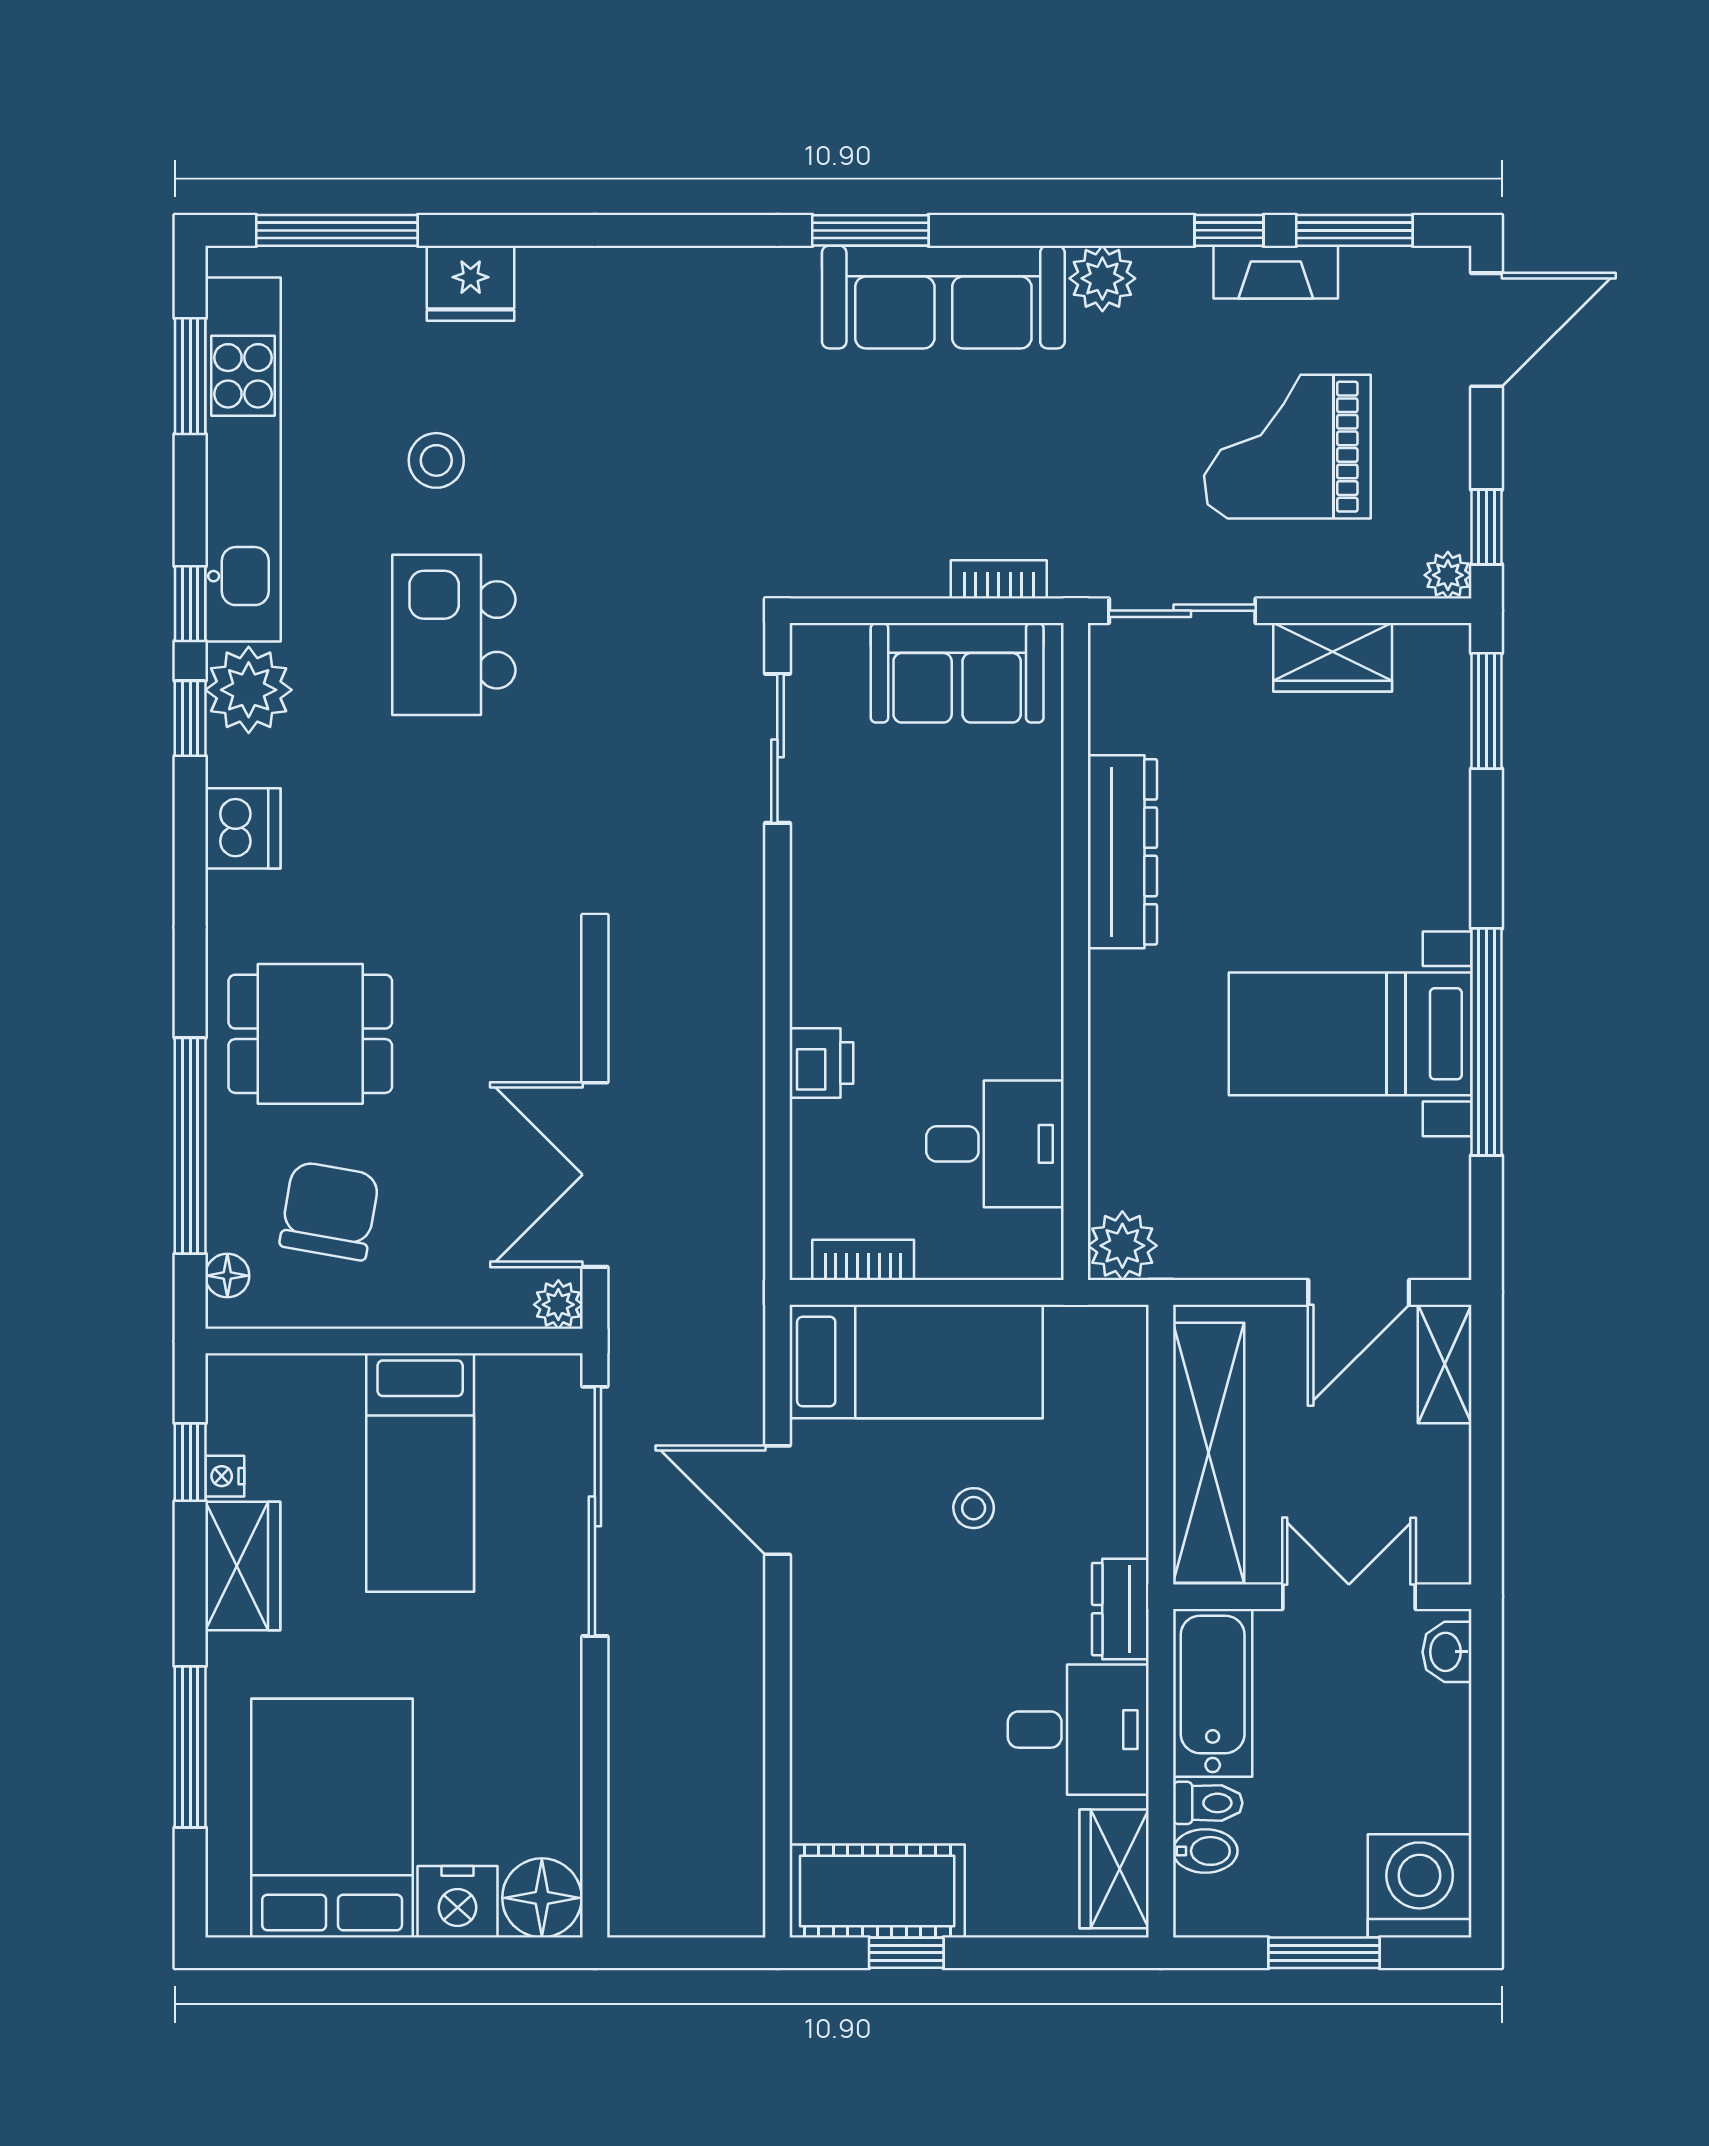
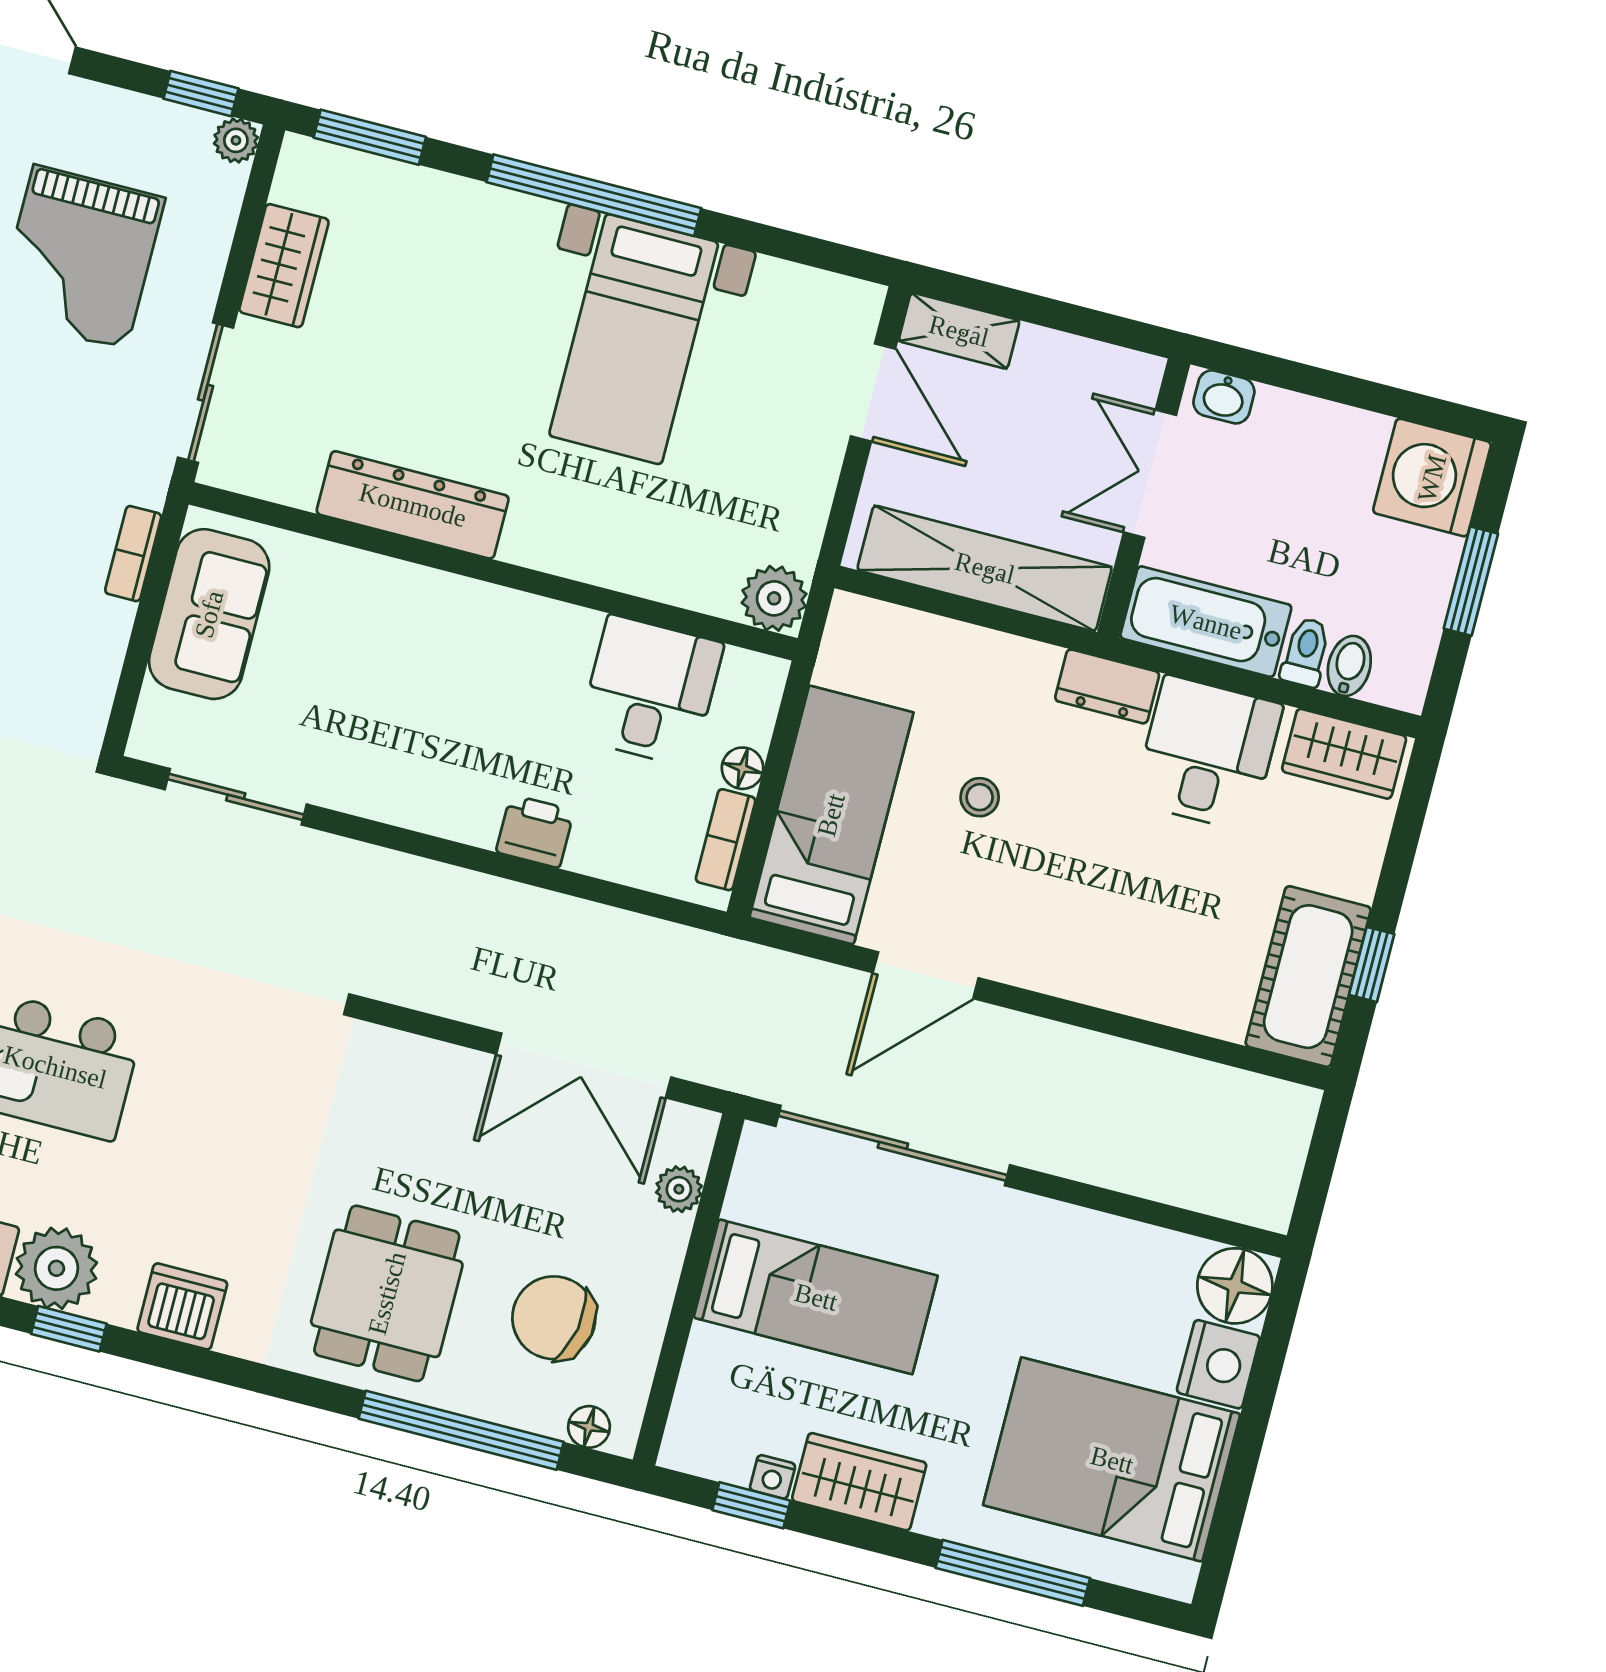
window: (1487, 1042) -> (594, 195), moved
floor lamp: (941, 1258) -> (743, 768), added
plant: (558, 1305) -> (679, 1189), moved

